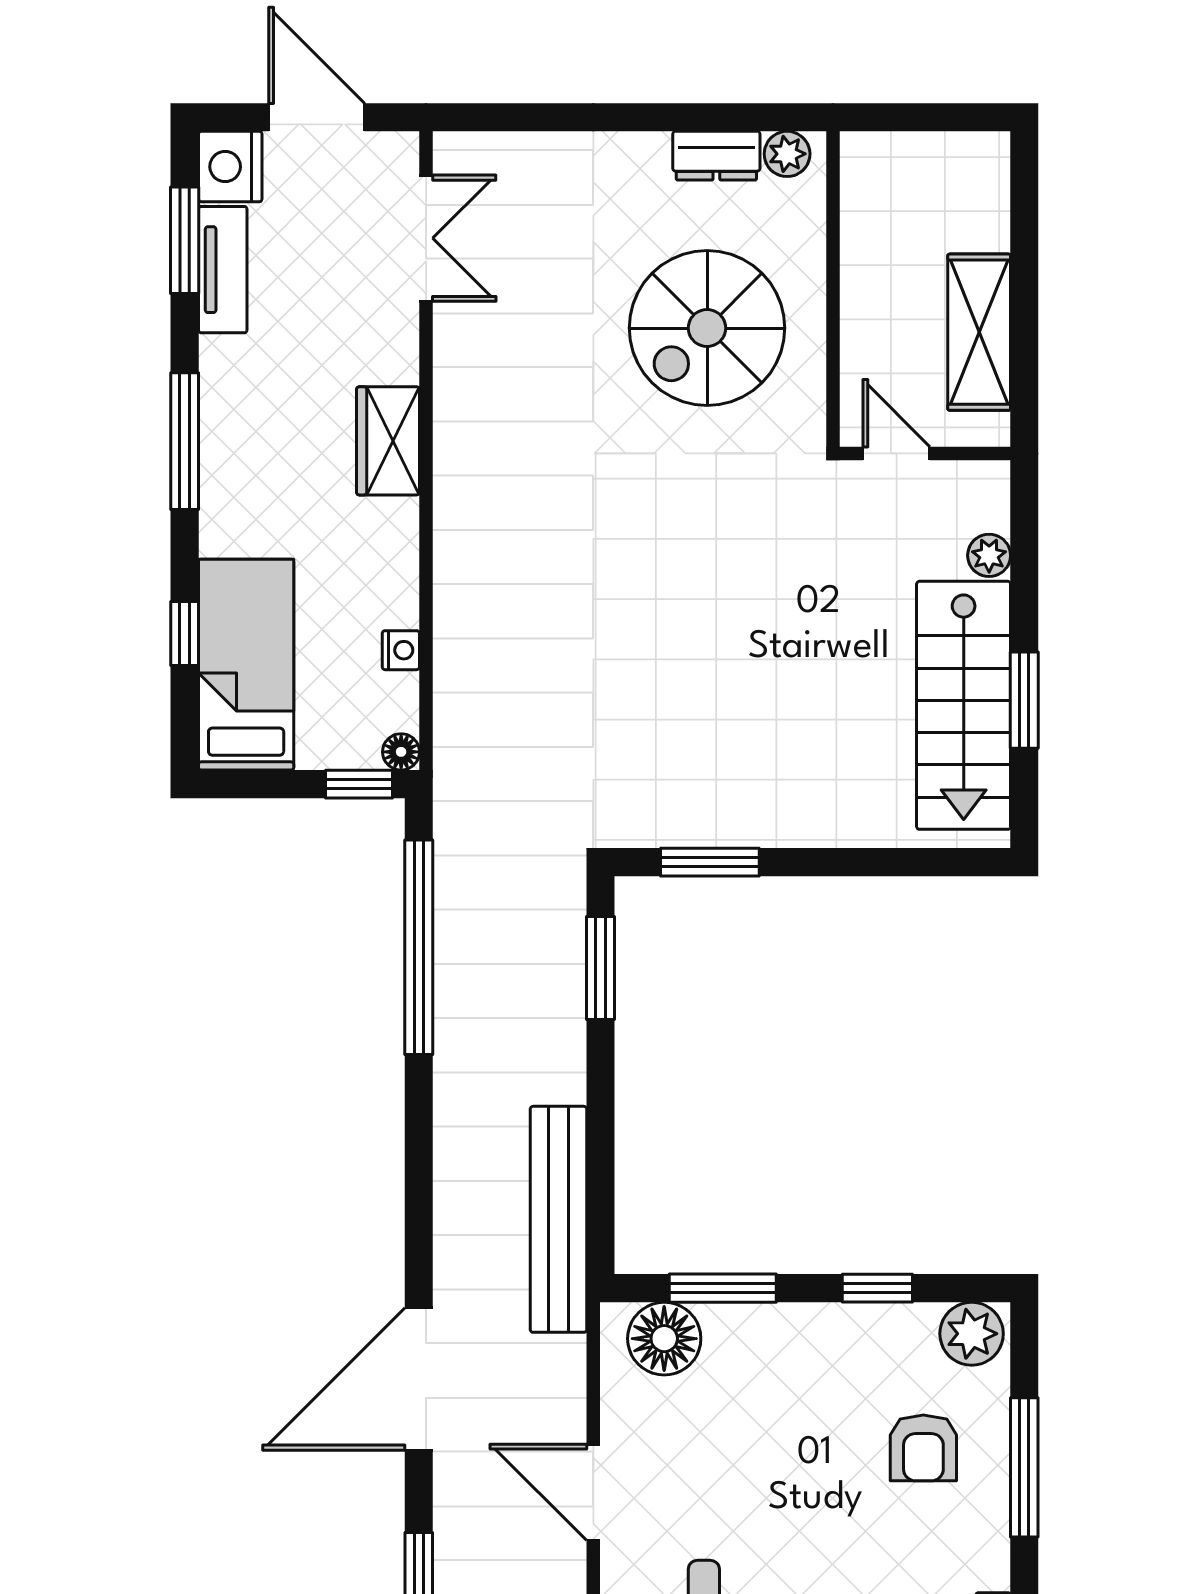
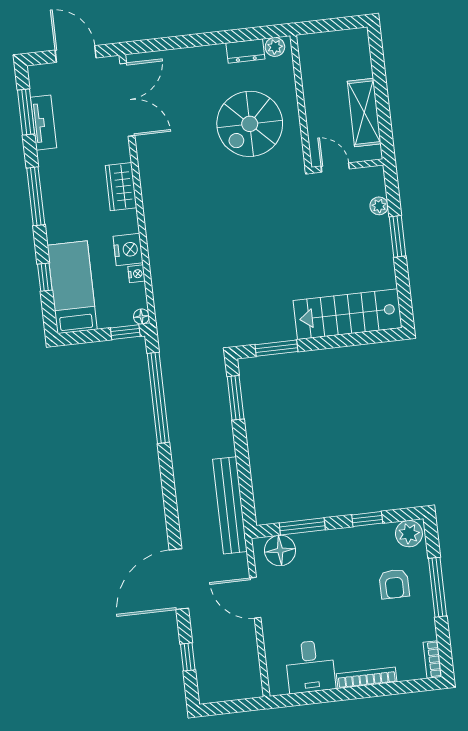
nightstand: (230, 167) -> (128, 250), moved, turned 180
double door: (426, 238) -> (127, 100), width x1.37
window: (1024, 700) -> (397, 236), moved
stairs: (964, 705) -> (348, 314), moved, turned 90
door: (593, 1492) -> (255, 598), moved

